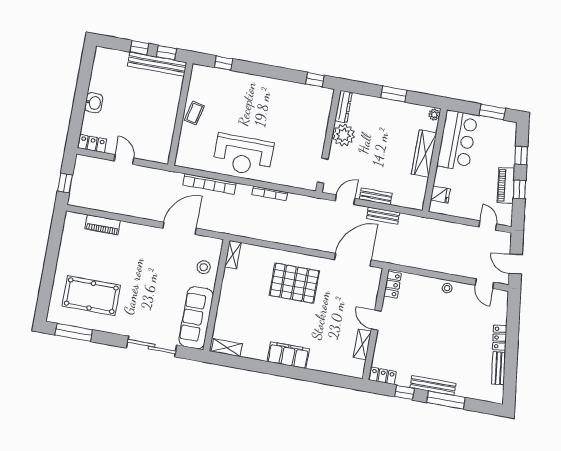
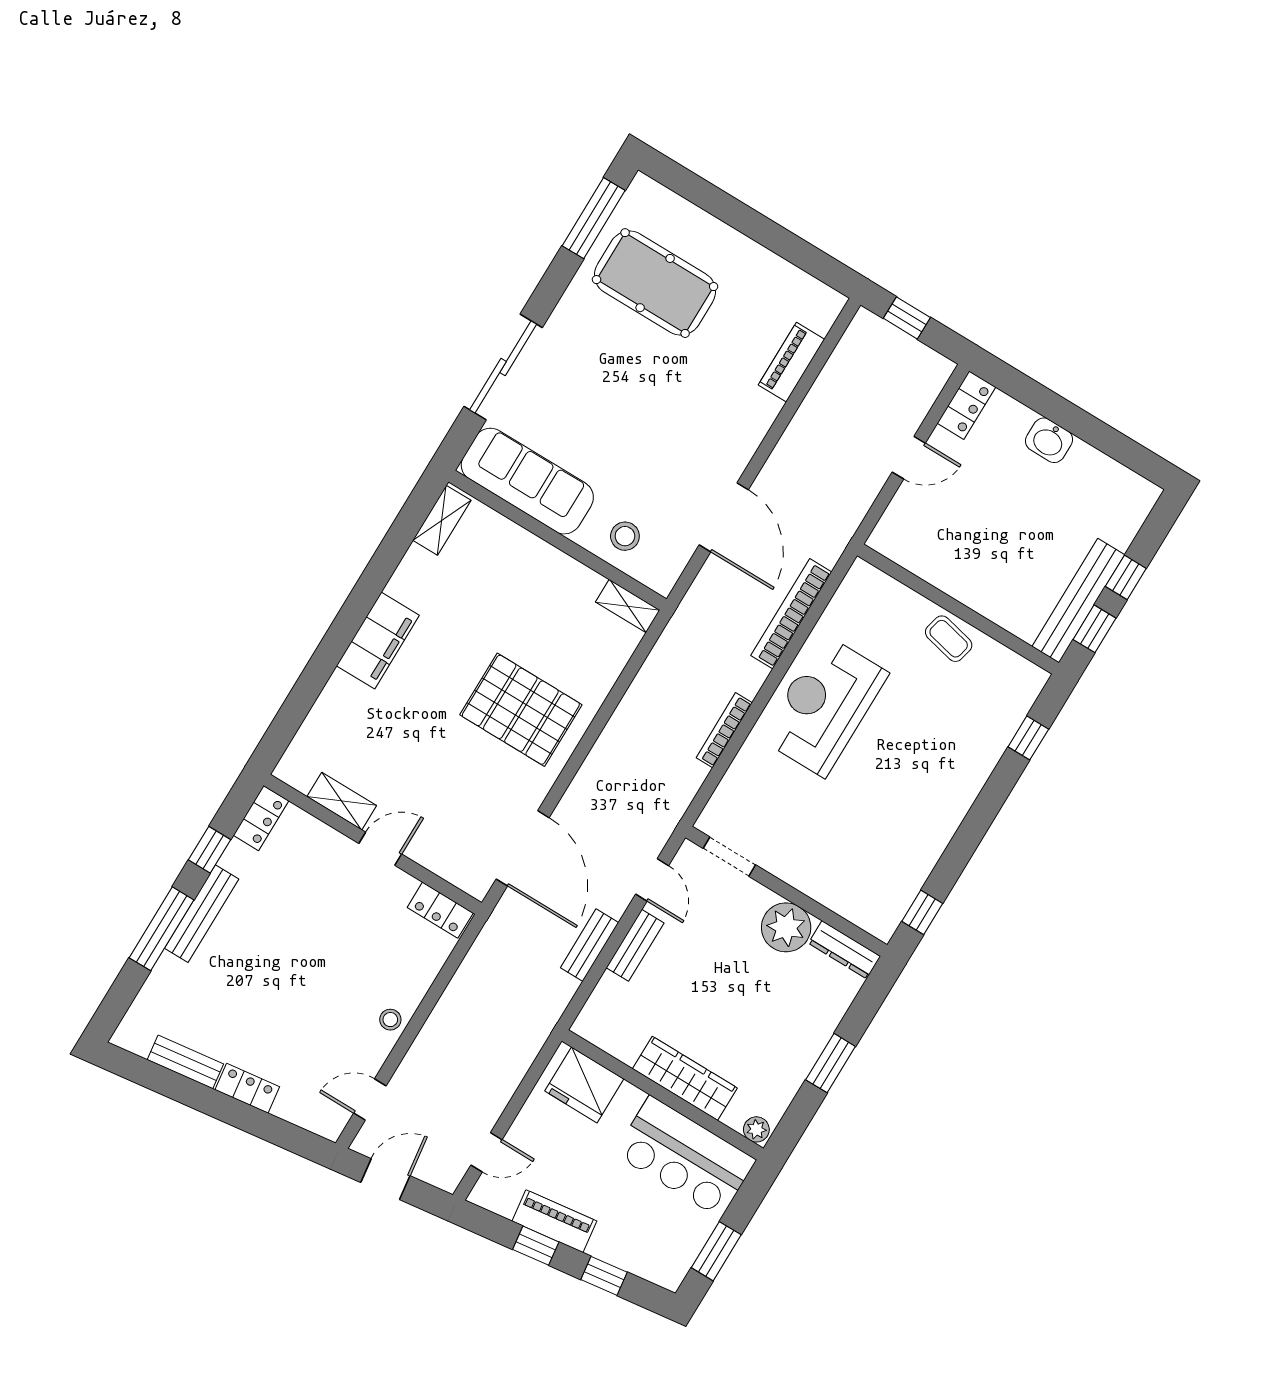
fridge: (440, 195) -> (584, 1085), width x1.88, depth x1.34
pallet: (294, 283) -> (521, 710), turned 90
pool table: (91, 296) -> (655, 283), turned 90

